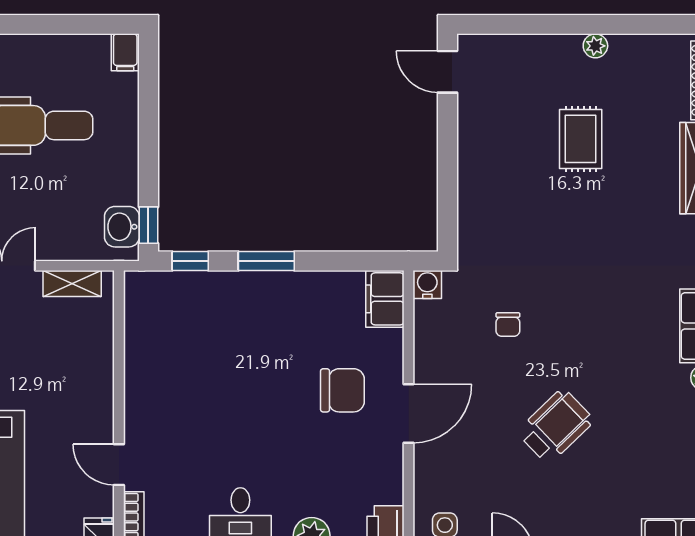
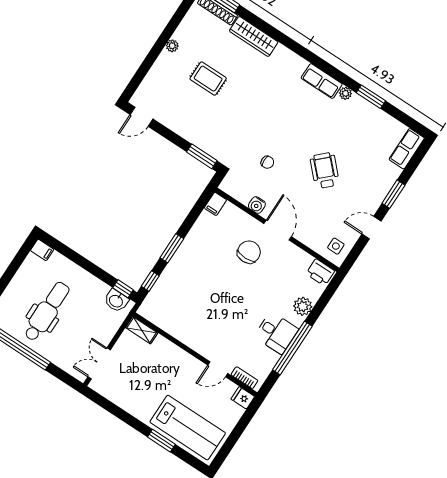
window: (447, 212) -> (202, 156), added
shelving: (72, 284) -> (142, 330), moved, turned 90
water cooler: (427, 285) -> (257, 205), moved, turned -90
filing cabinet: (385, 299) -> (215, 204), width x0.50

